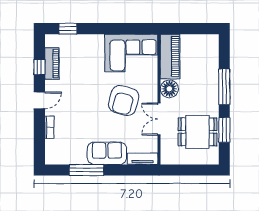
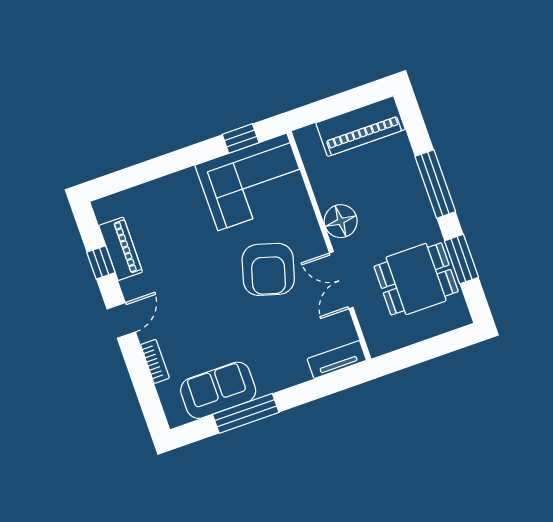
window: (68, 29) -> (241, 138), moved
piano: (170, 56) -> (361, 126), moved, turned 90
sofa: (107, 153) -> (218, 390), moved

